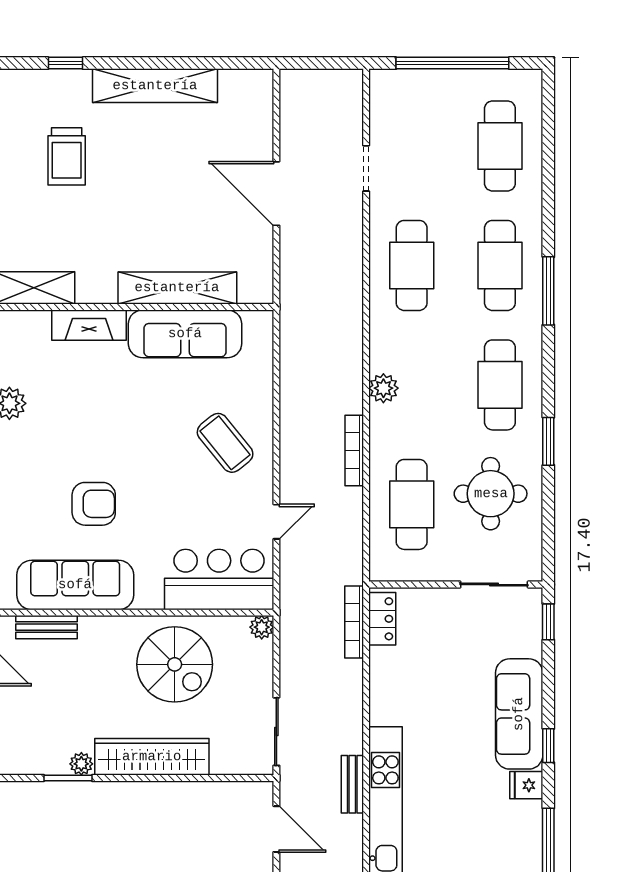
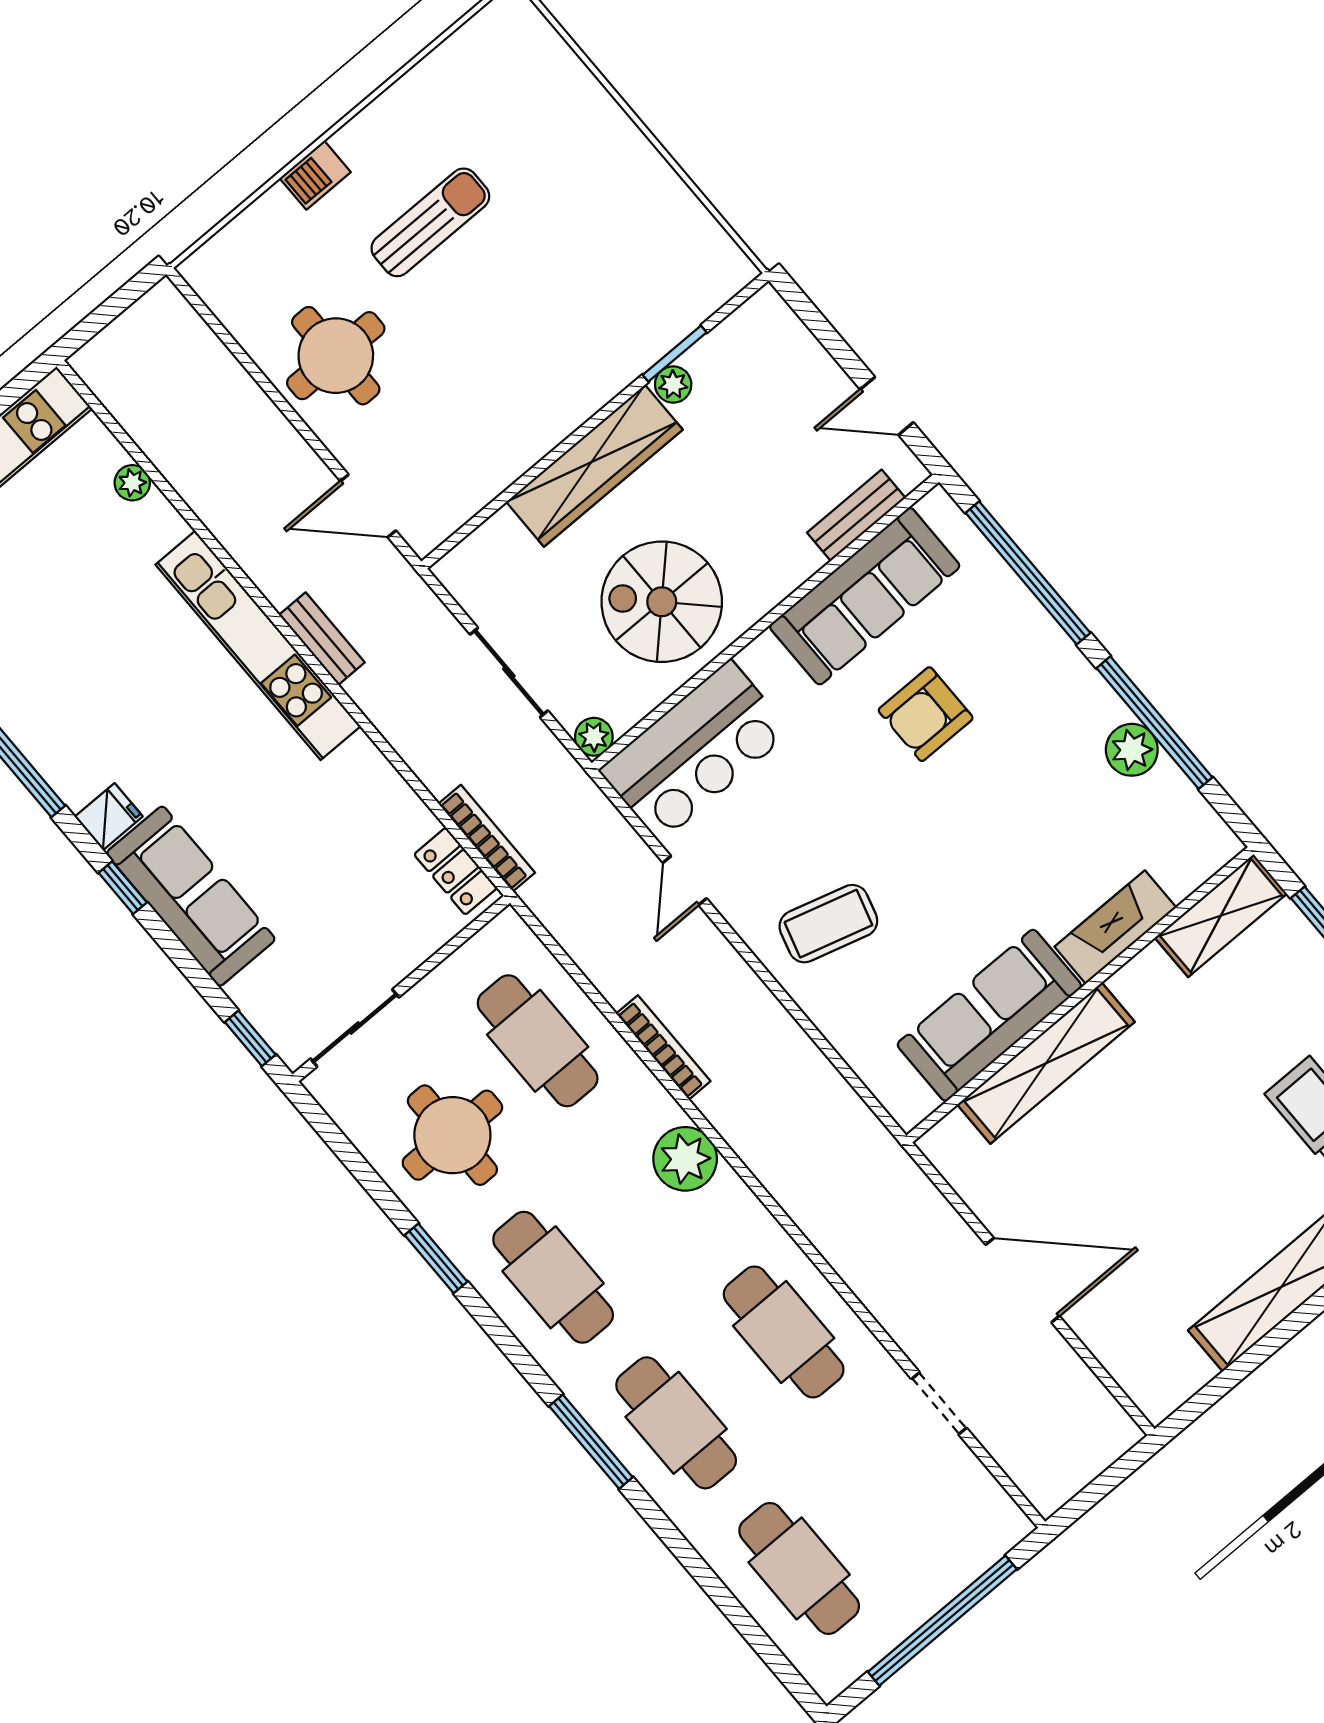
plant: (383, 388) -> (685, 1159), width x1.36, depth x1.36
coffee table: (225, 443) -> (828, 924), turned -35
sliding door: (276, 732) -> (509, 672), moved

